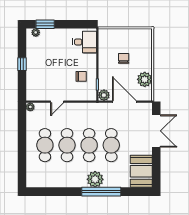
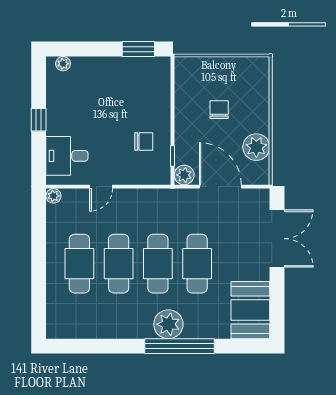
window: (45, 24) -> (138, 49), moved
desk: (85, 42) -> (67, 156), moved, turned 180

